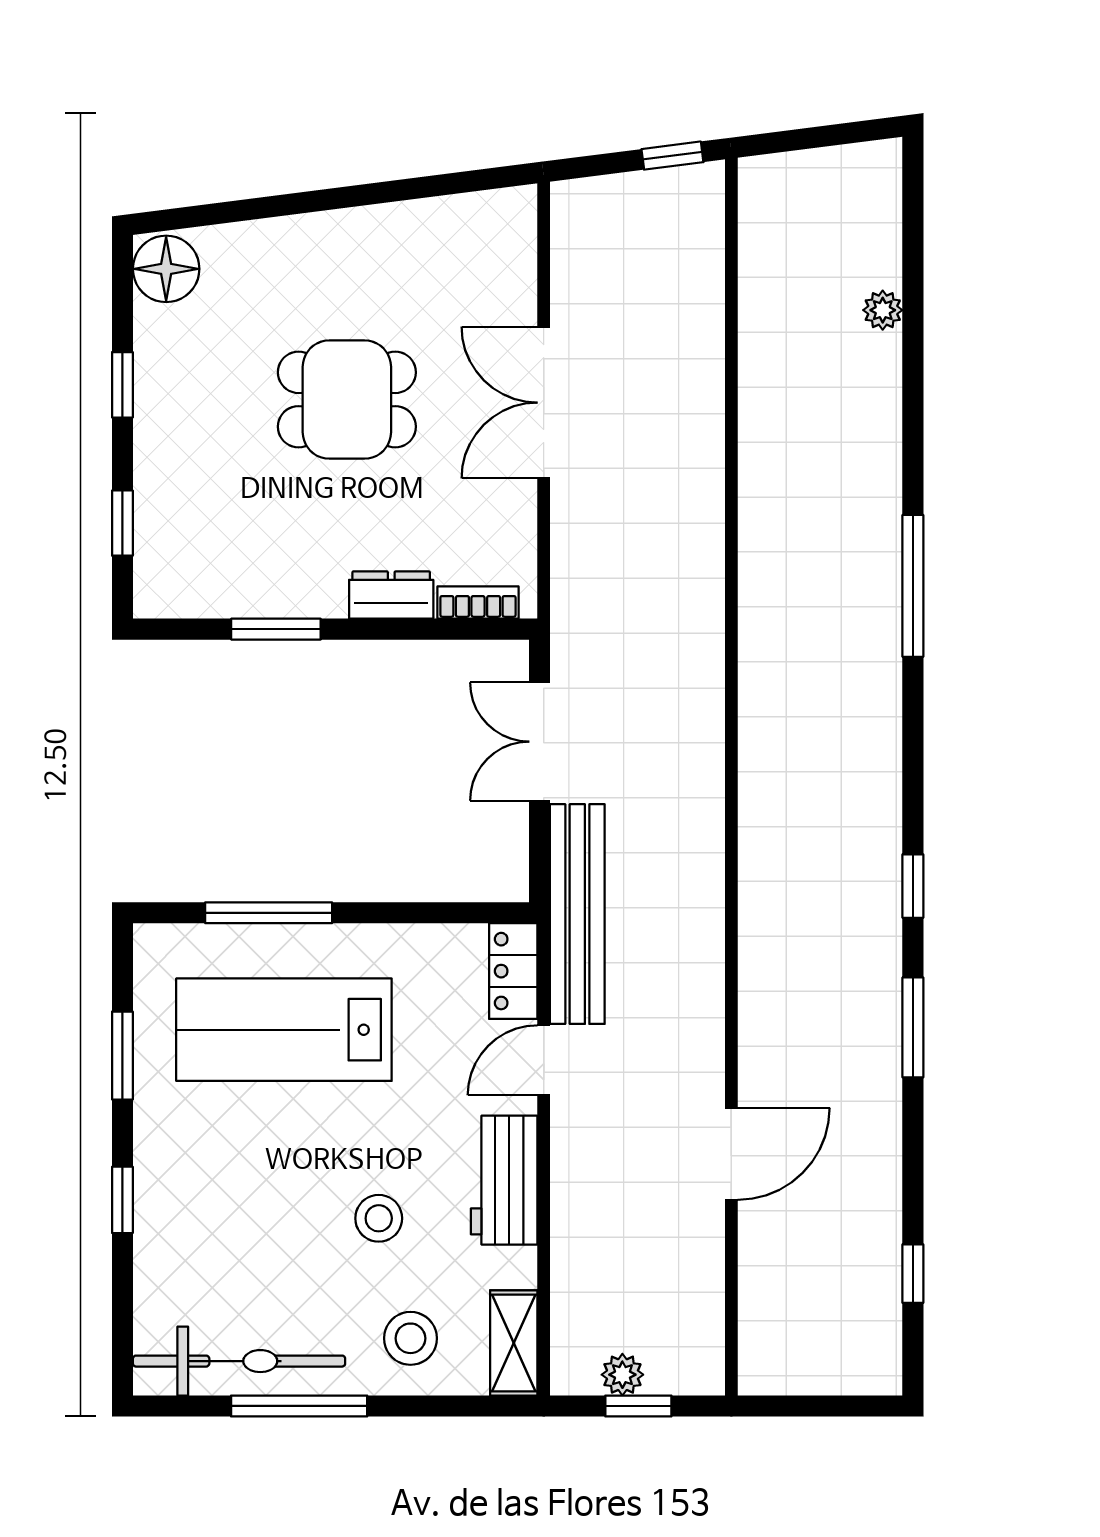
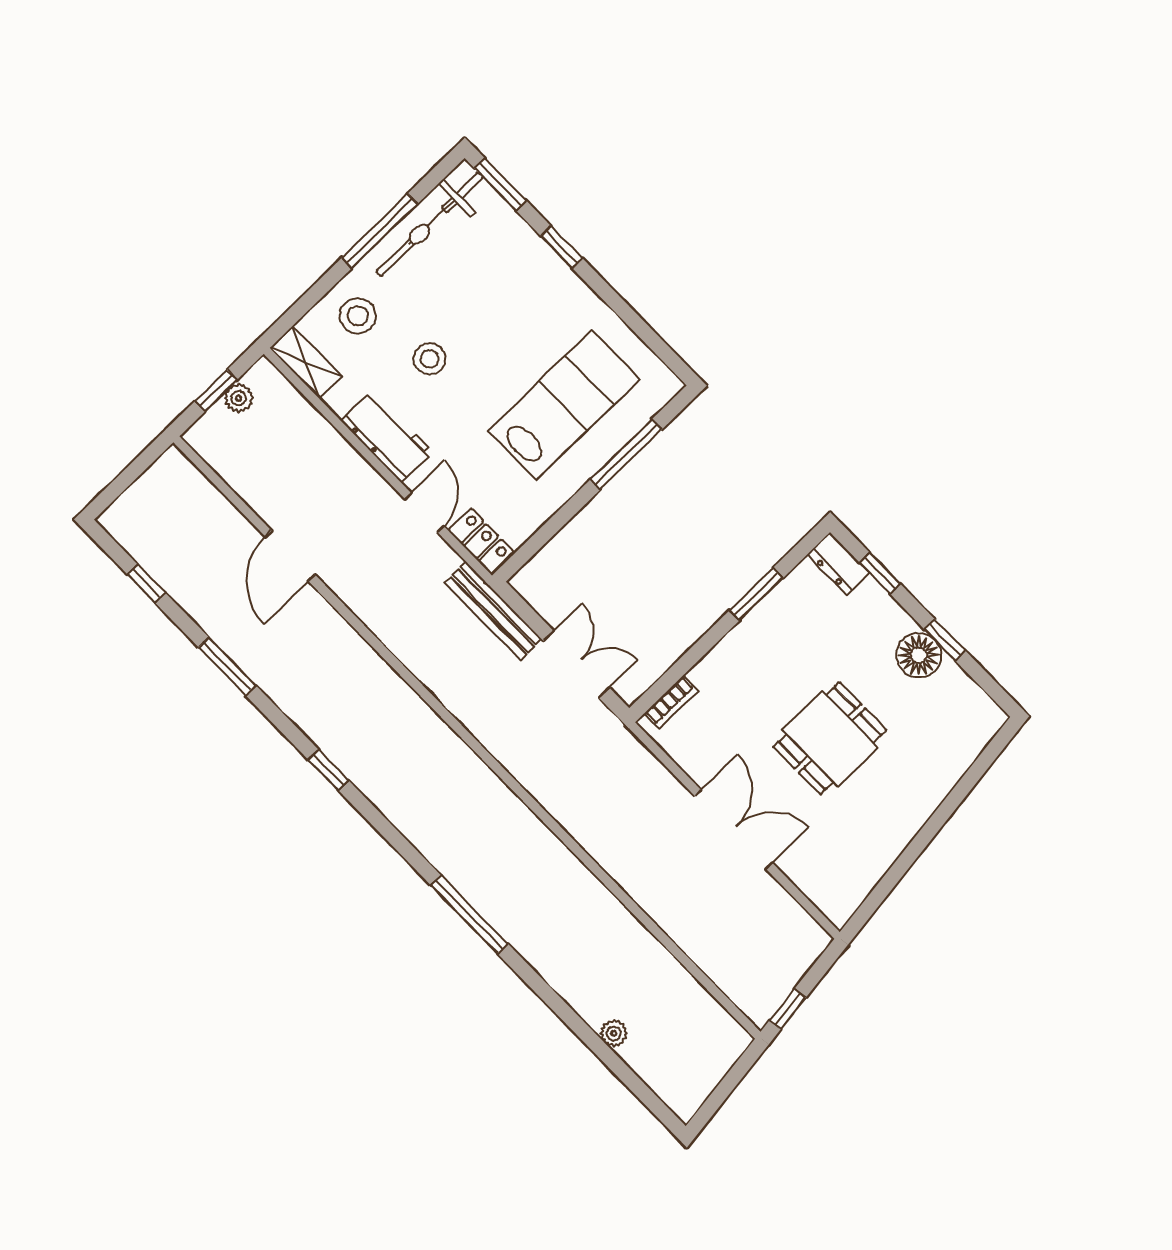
floor lamp: (166, 269) -> (919, 655), moved
dresser: (391, 595) -> (838, 564), moved, turned 90
bench: (577, 914) -> (493, 611), width x0.73, depth x0.82
window: (913, 1027) -> (227, 666), moved
window: (122, 1056) -> (500, 184), moved

